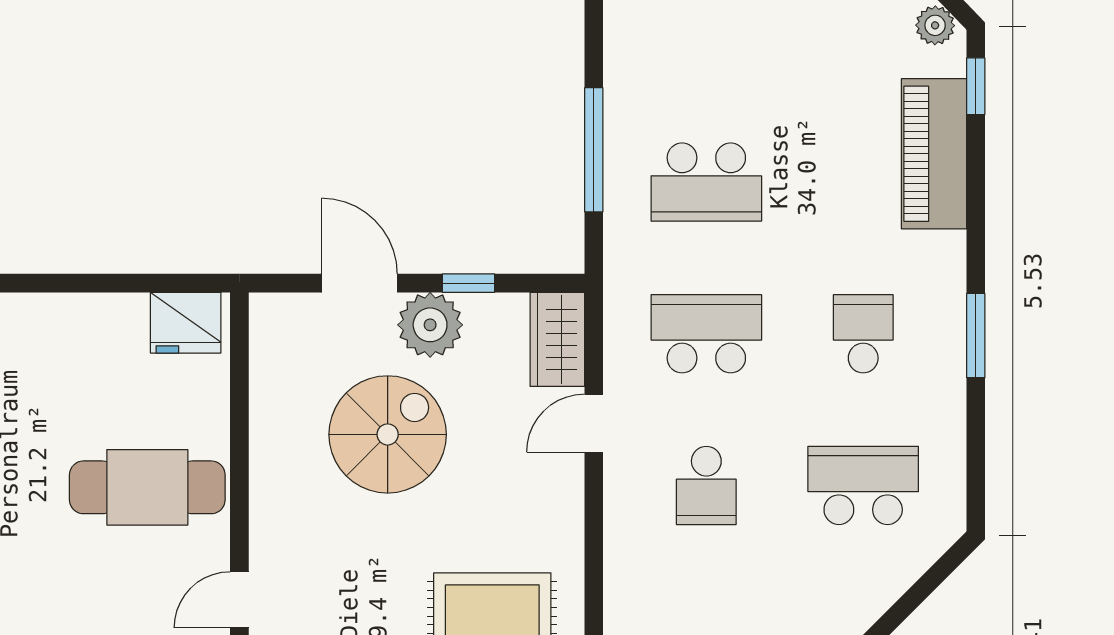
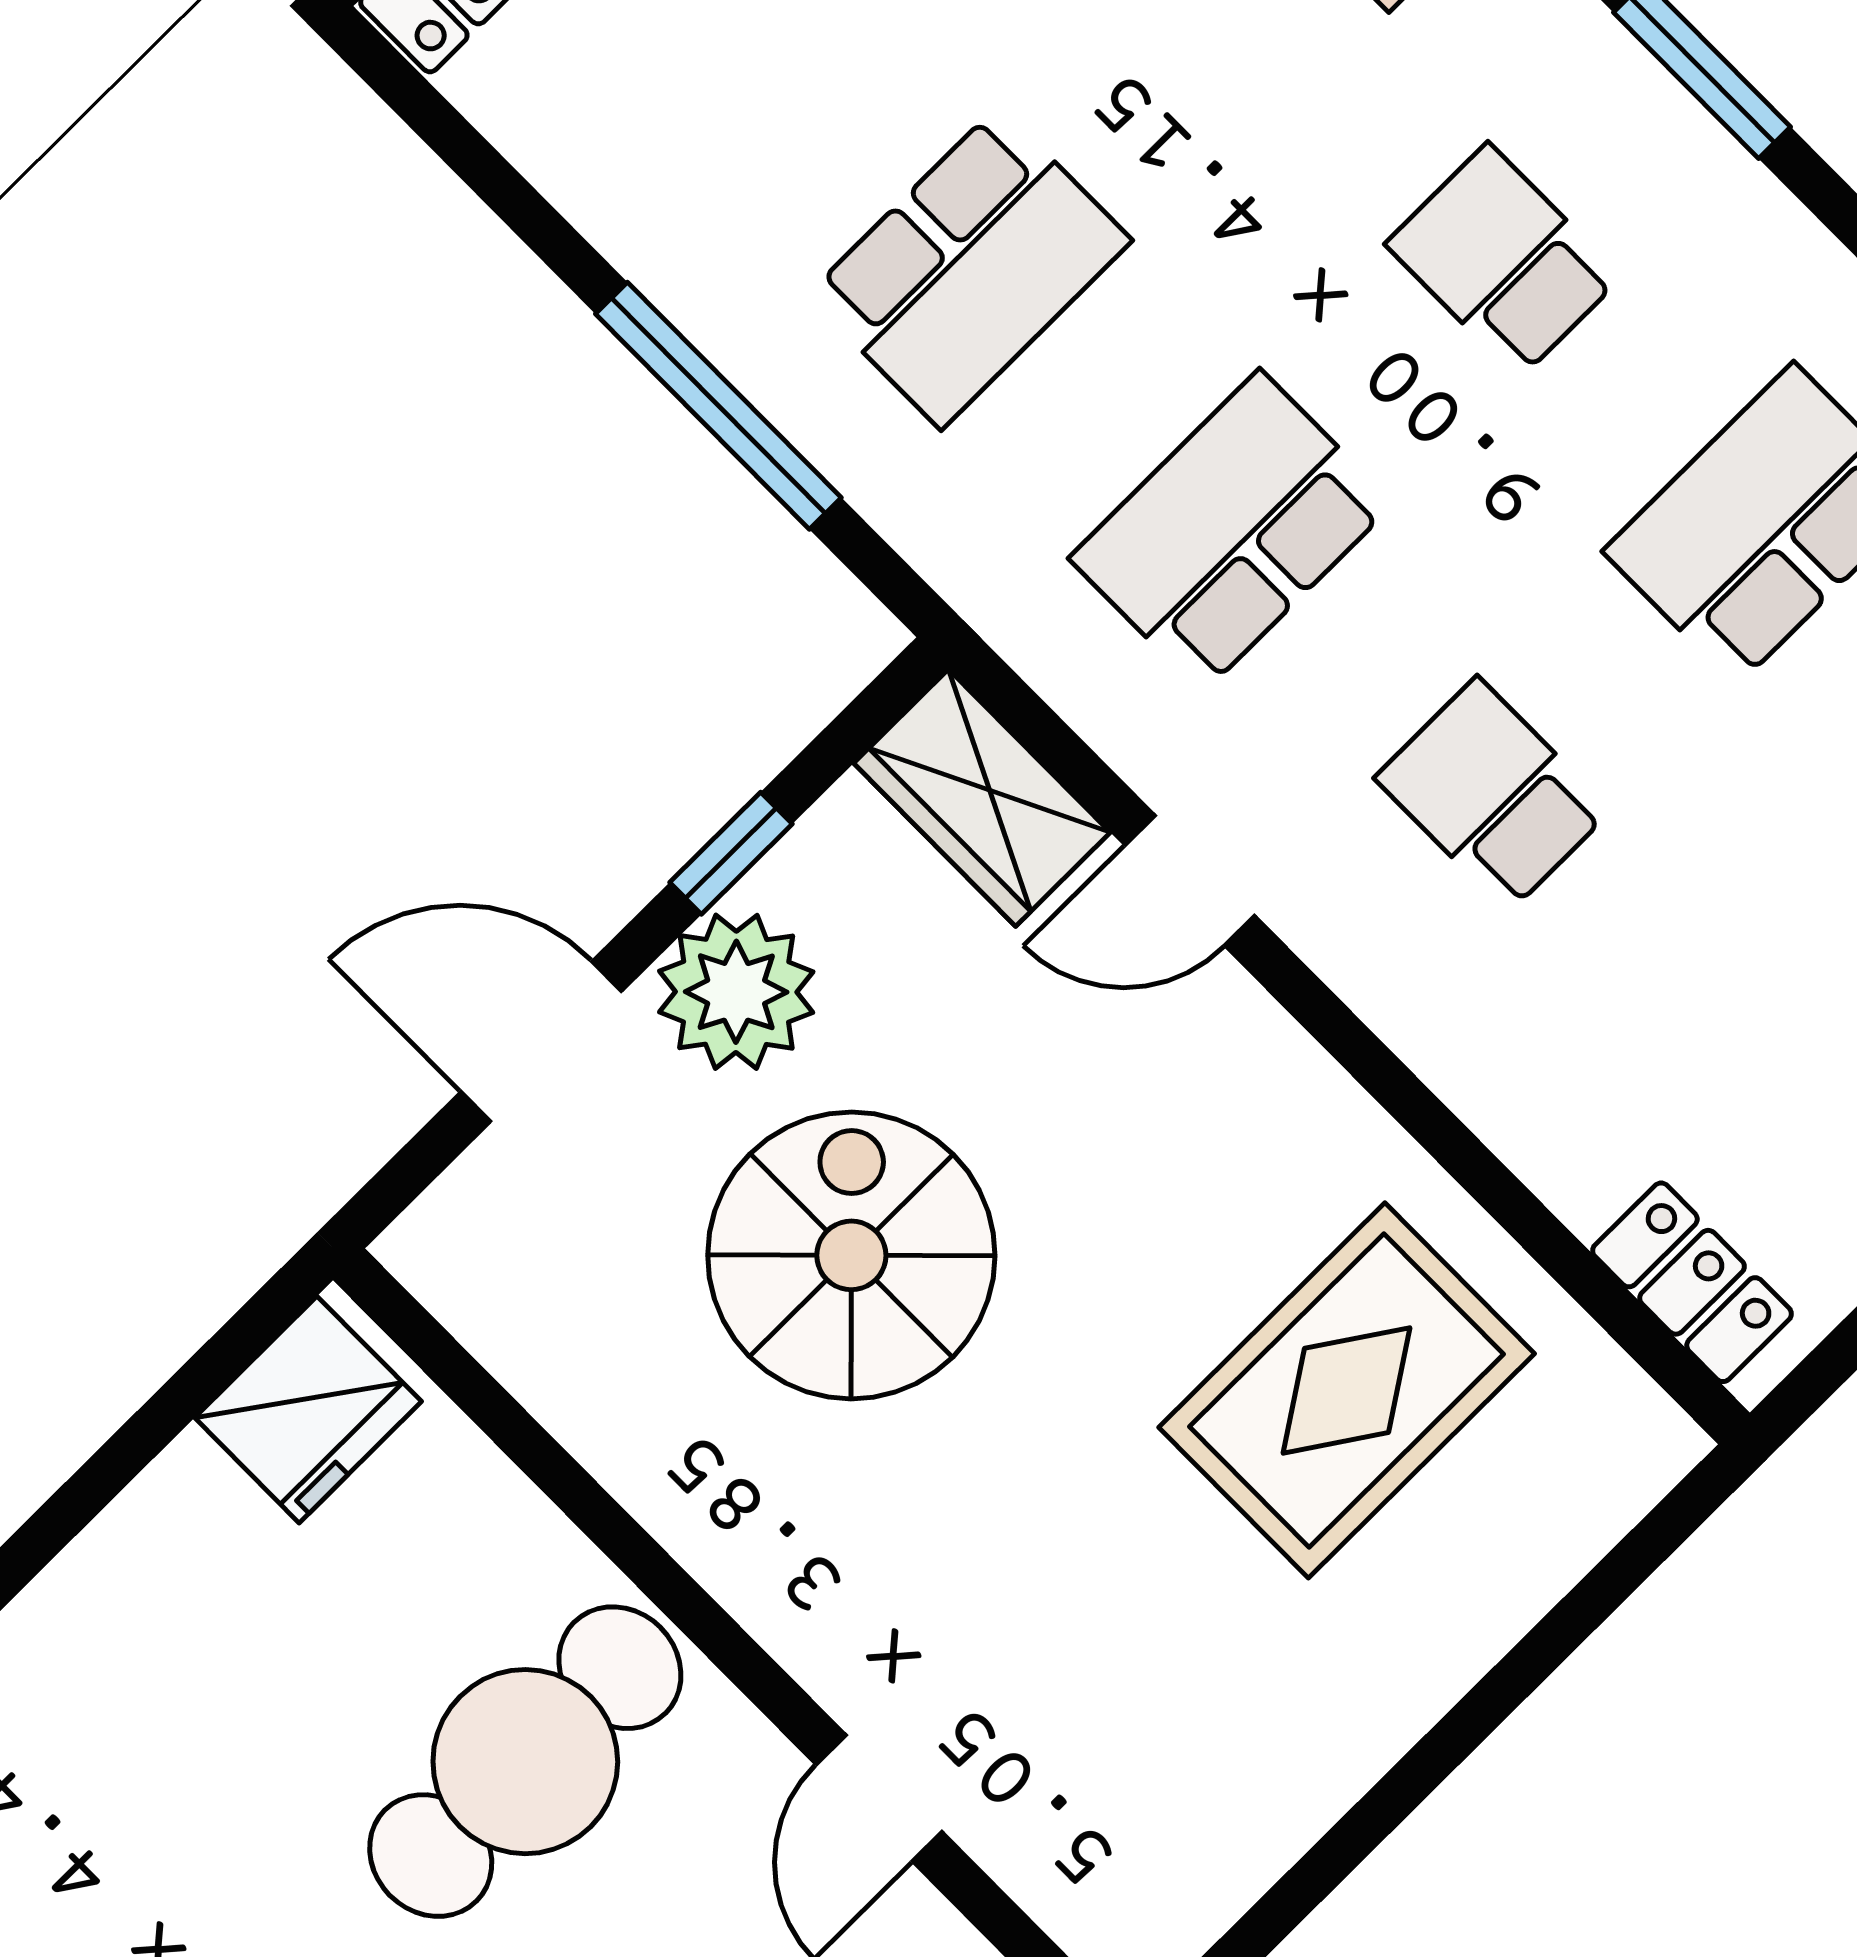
door: (594, 423) -> (1190, 880), hinge flipped
school desk: (706, 485) -> (1493, 794), turned 180

